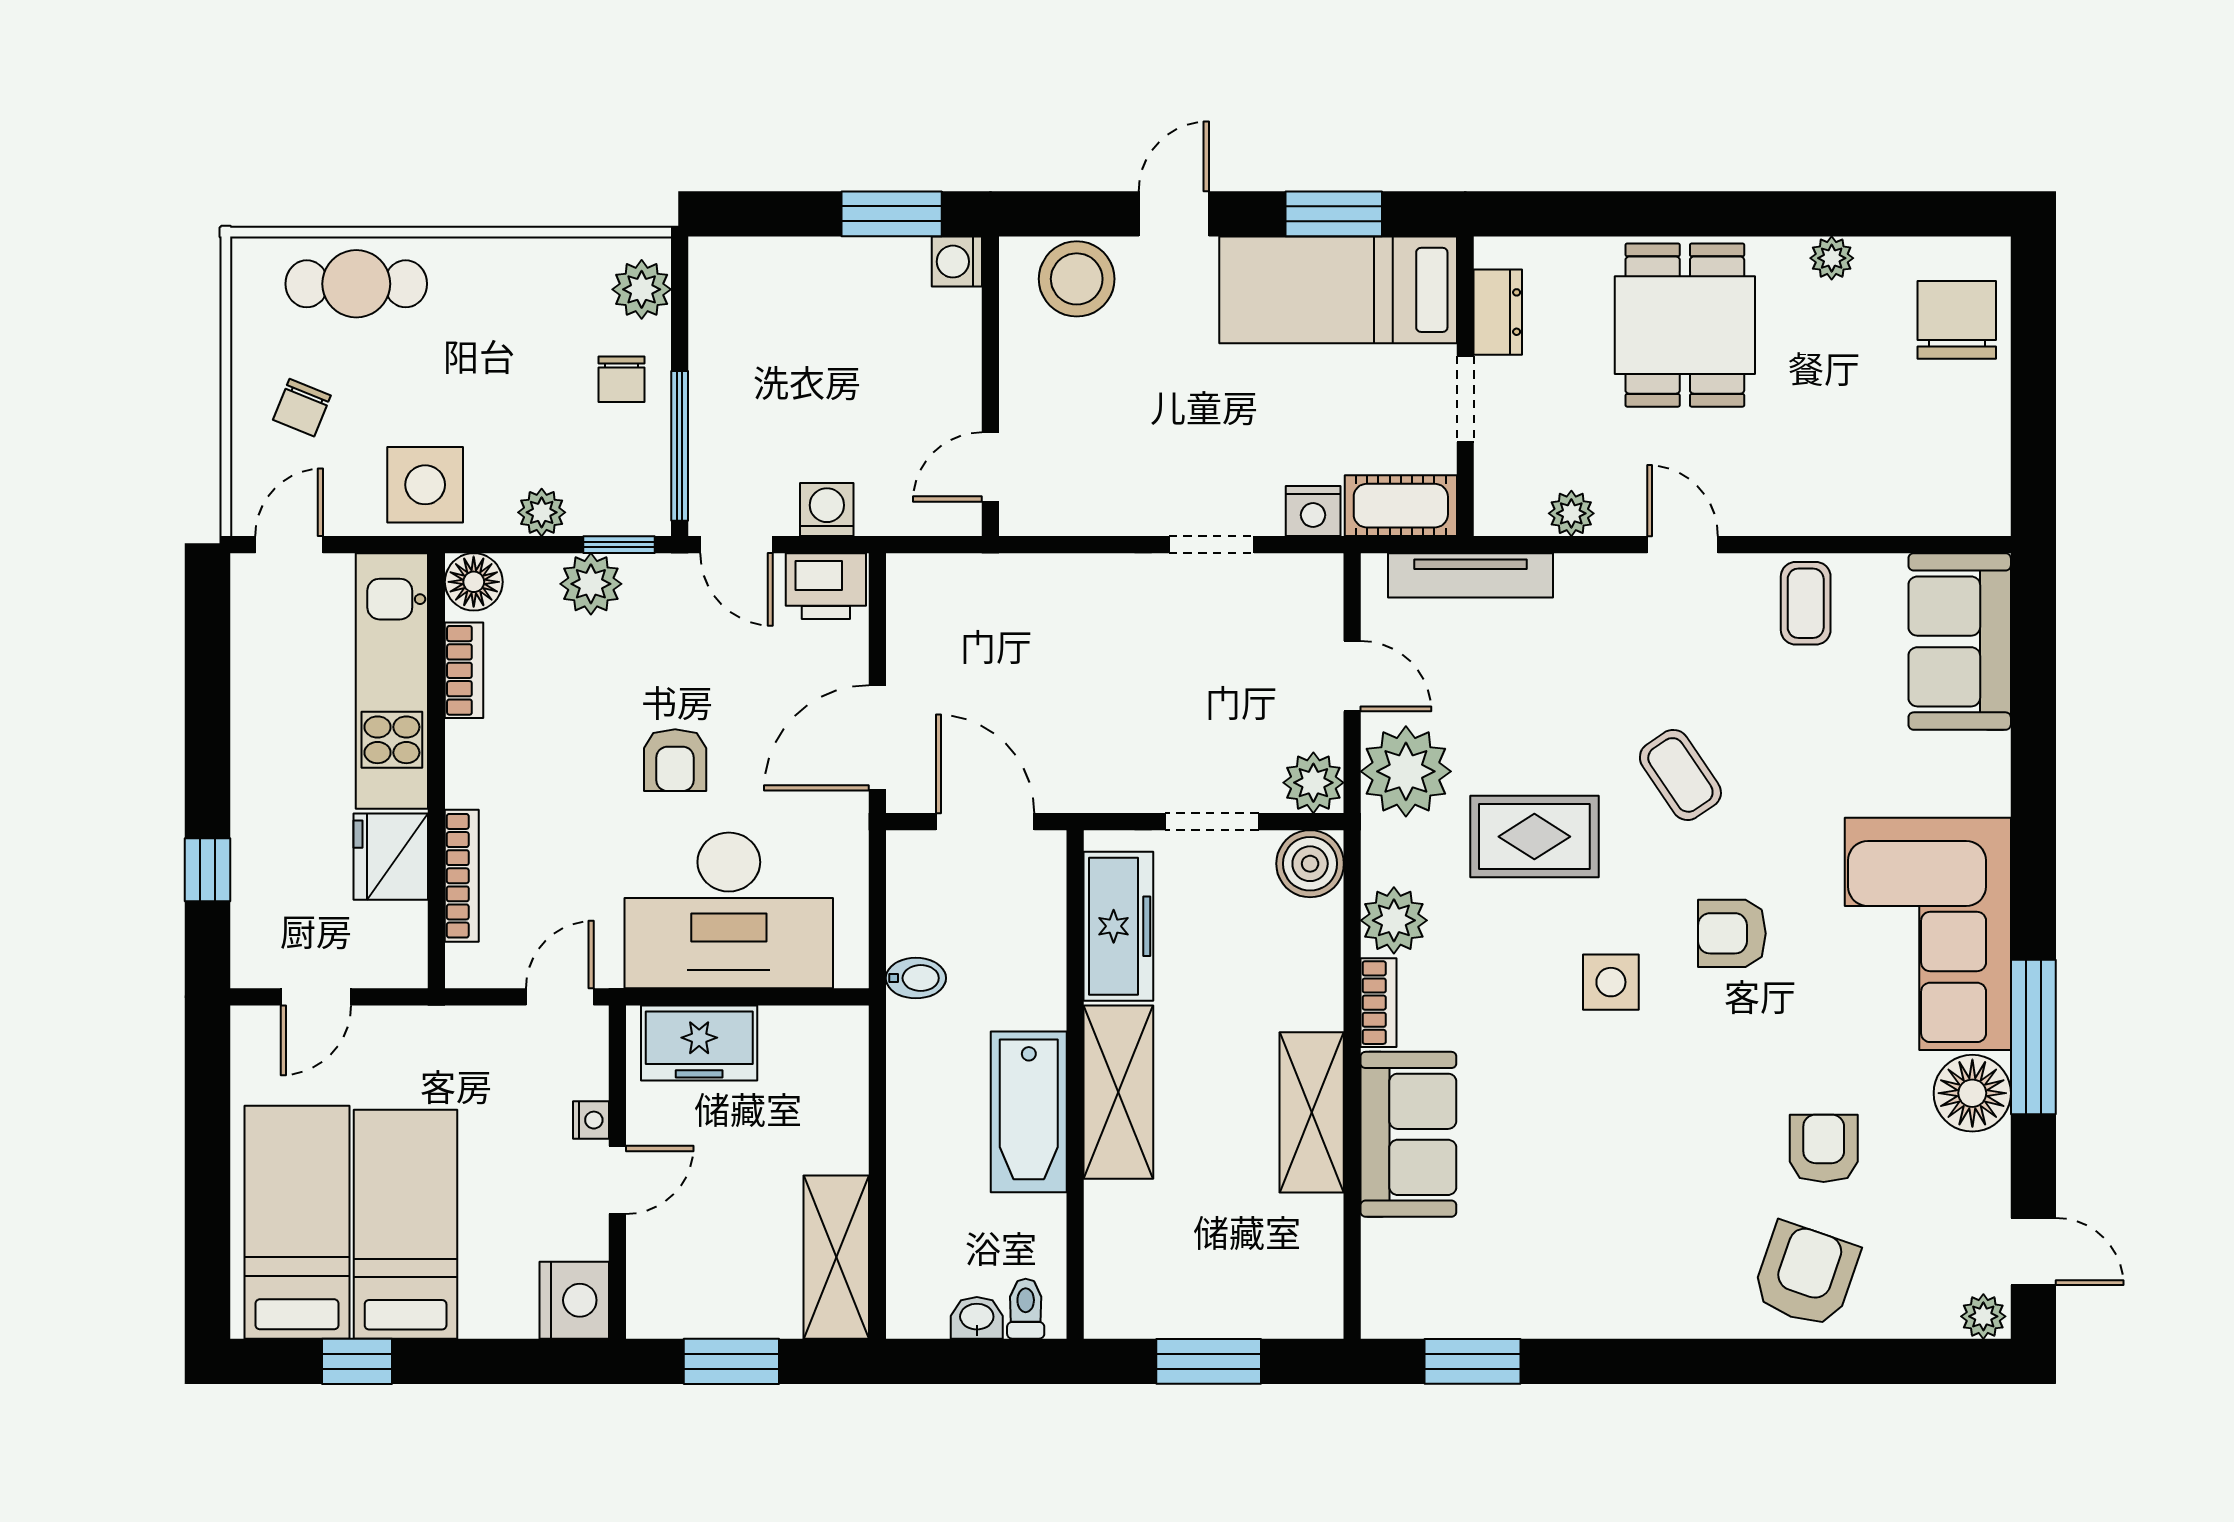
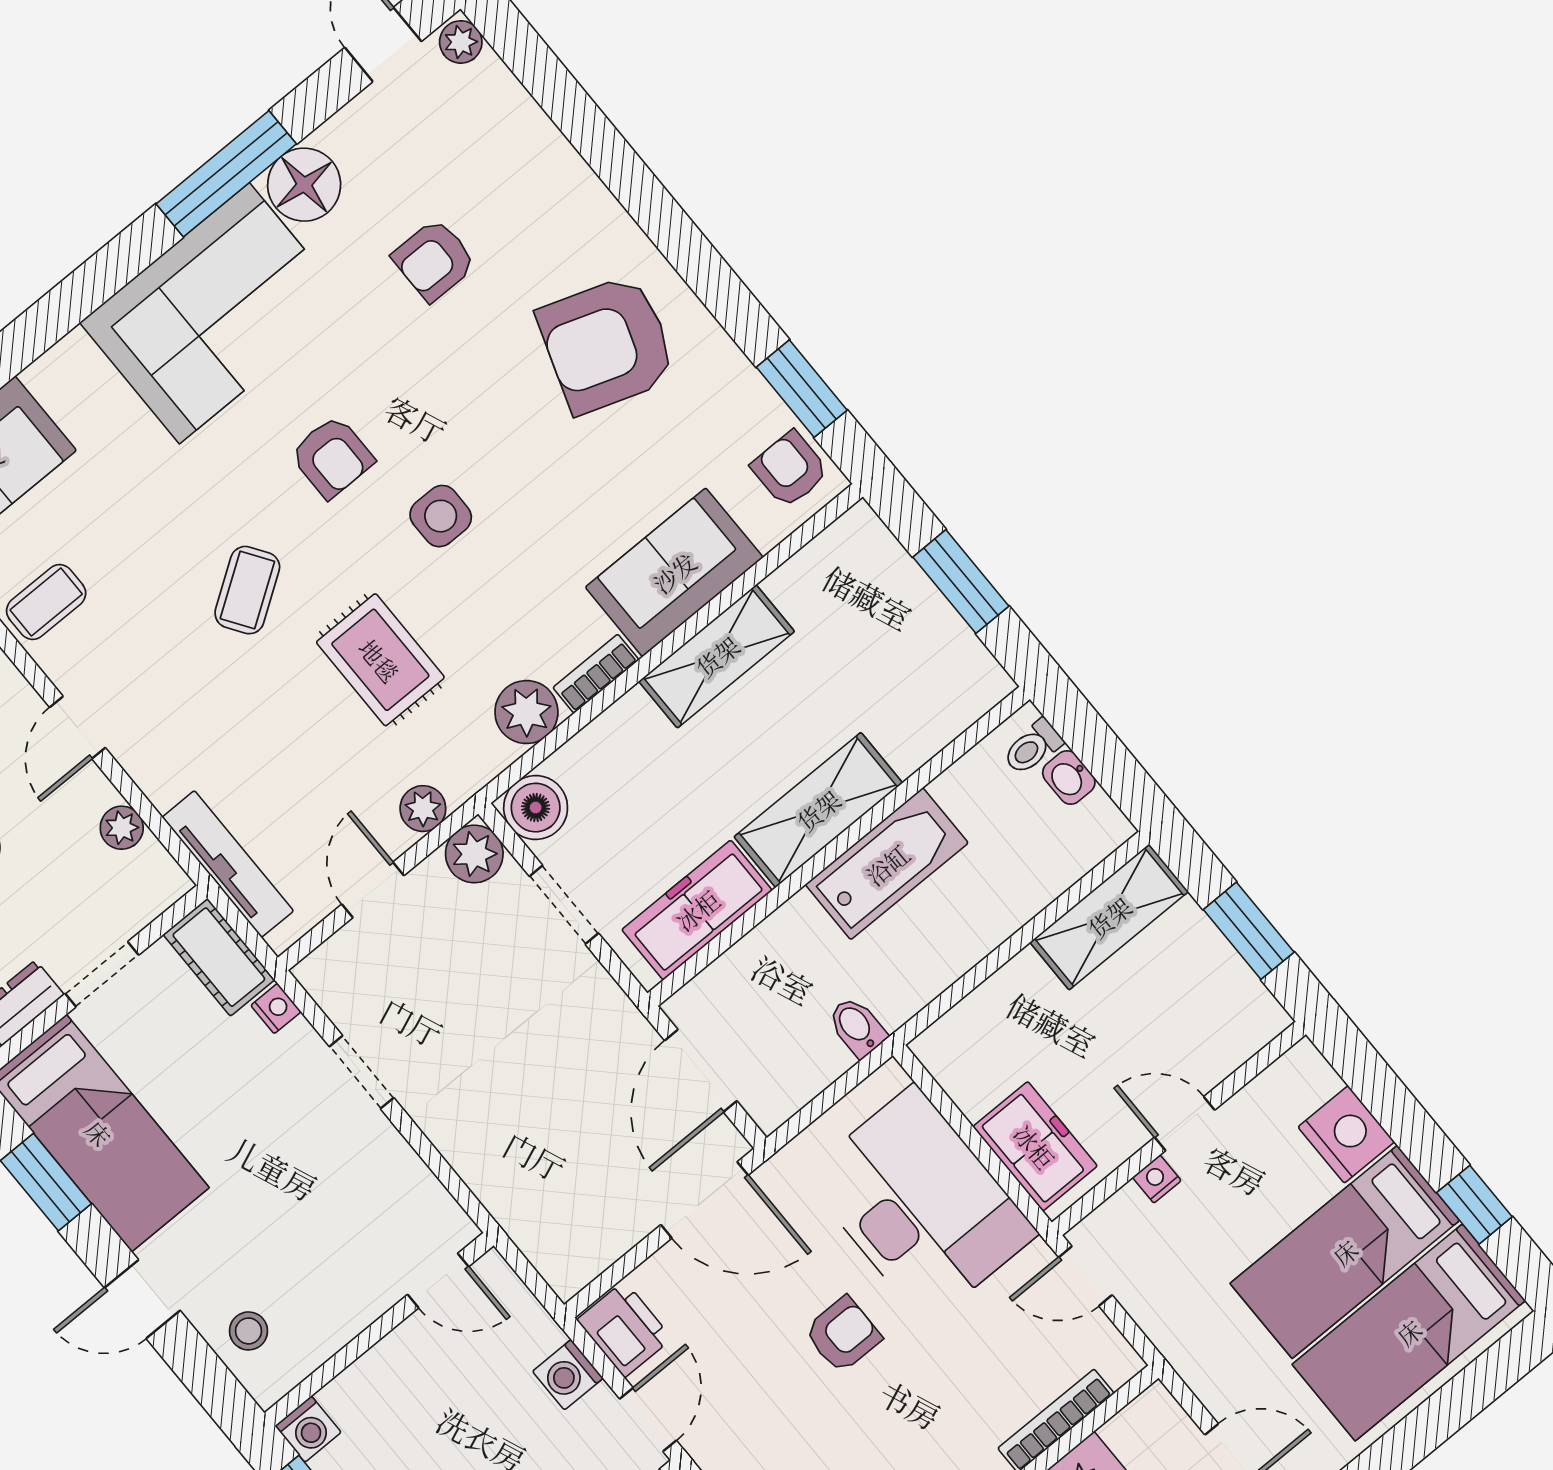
stool: (1077, 279) -> (248, 1331), width x0.53, depth x0.53
nightstand: (1313, 511) -> (276, 1009), width x0.72, depth x0.74
plant: (1406, 771) -> (423, 809), width x0.53, depth x0.53
armchair: (1806, 1275) -> (607, 344), moved, width x1.36, depth x1.36
armchair: (1415, 1298) -> (790, 469), added
nightstand: (574, 1300) -> (1346, 1134), moved, turned 90

